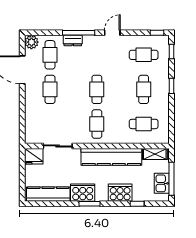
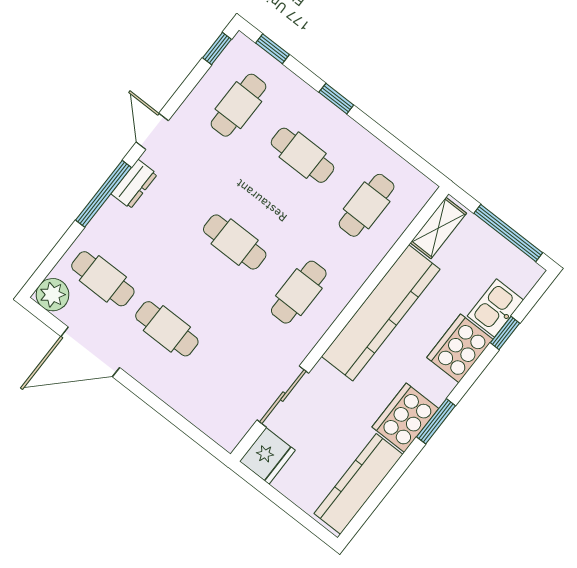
dresser: (73, 40) -> (134, 184), moved
cafe table: (97, 124) -> (299, 292), turned 90
kitchen sink: (162, 183) -> (495, 308), moved, turned 90

